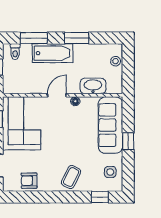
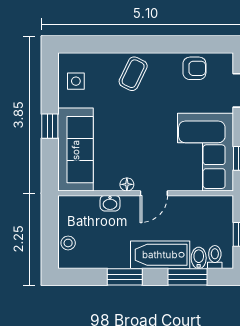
bidet: (26, 51) -> (199, 258), added
washbasin: (93, 86) -> (110, 203), width x0.52, depth x0.69
window: (100, 197) -> (91, 44), removed

